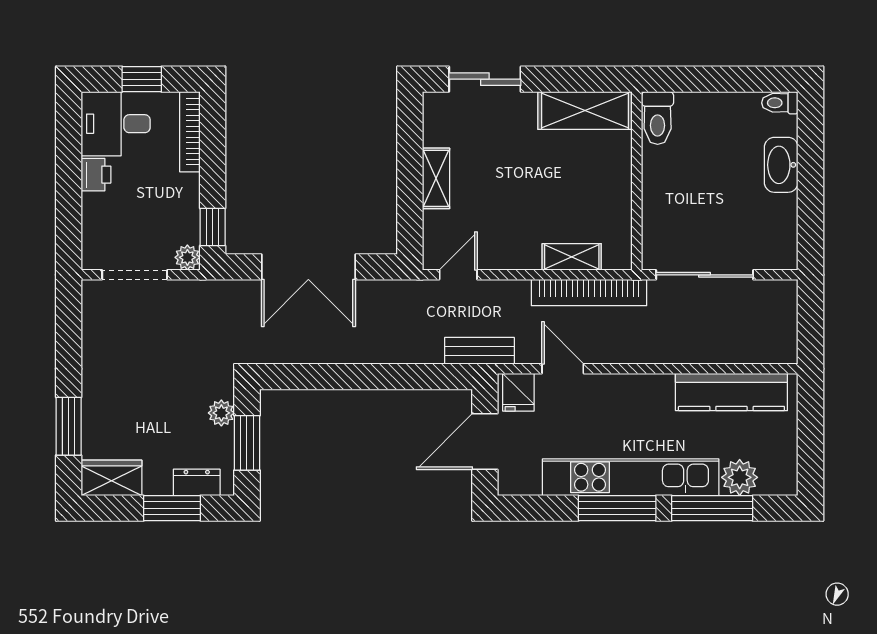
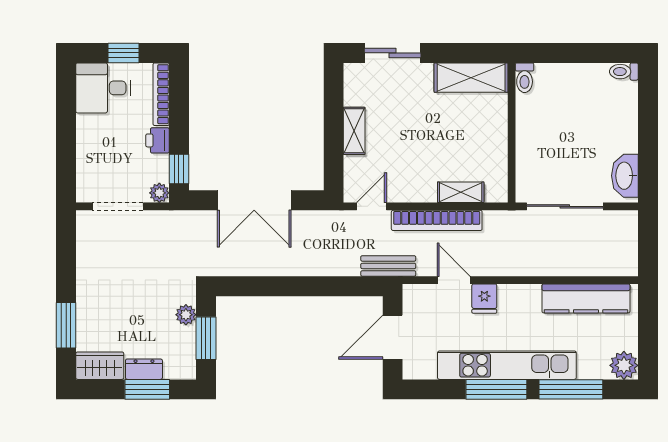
toilet: (658, 118) -> (525, 78), width x0.73, depth x0.72
washbasin: (781, 165) -> (625, 176), moved
printer: (96, 175) -> (158, 140), moved, turned 180
bookcase: (589, 293) -> (437, 220), moved
fridge: (518, 392) -> (484, 299), moved
plant: (740, 477) -> (624, 365), moved
dresser: (197, 482) -> (144, 369), moved

